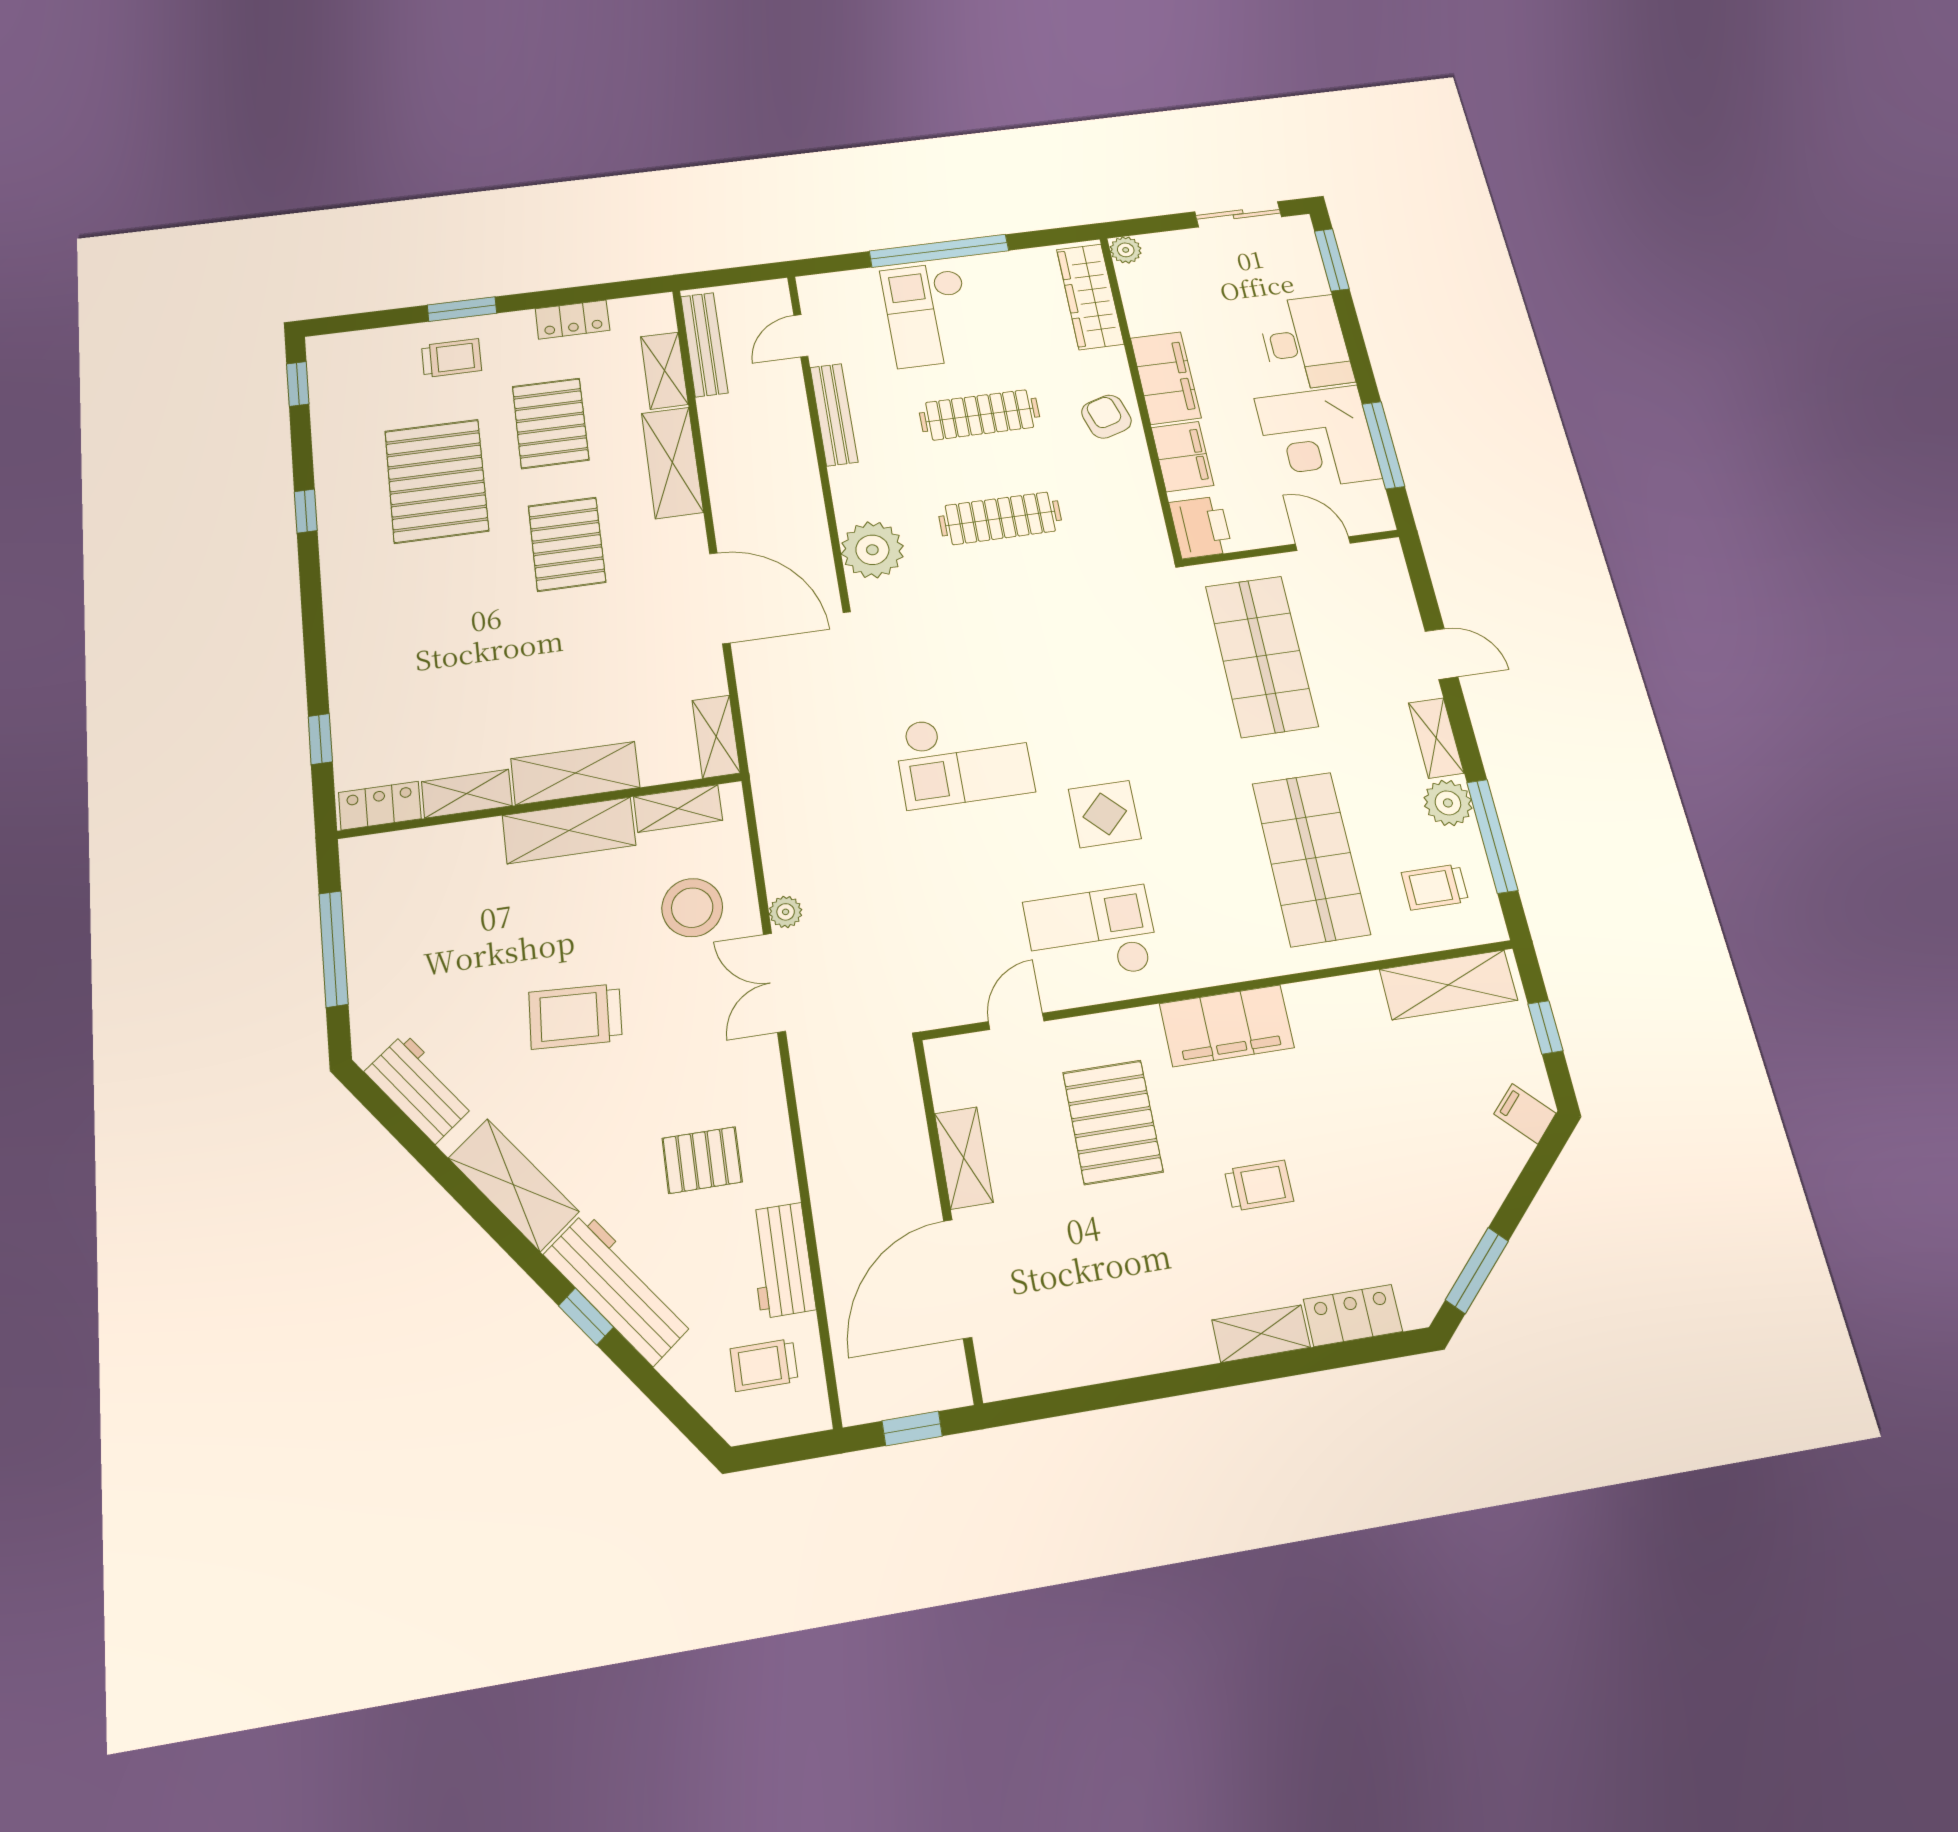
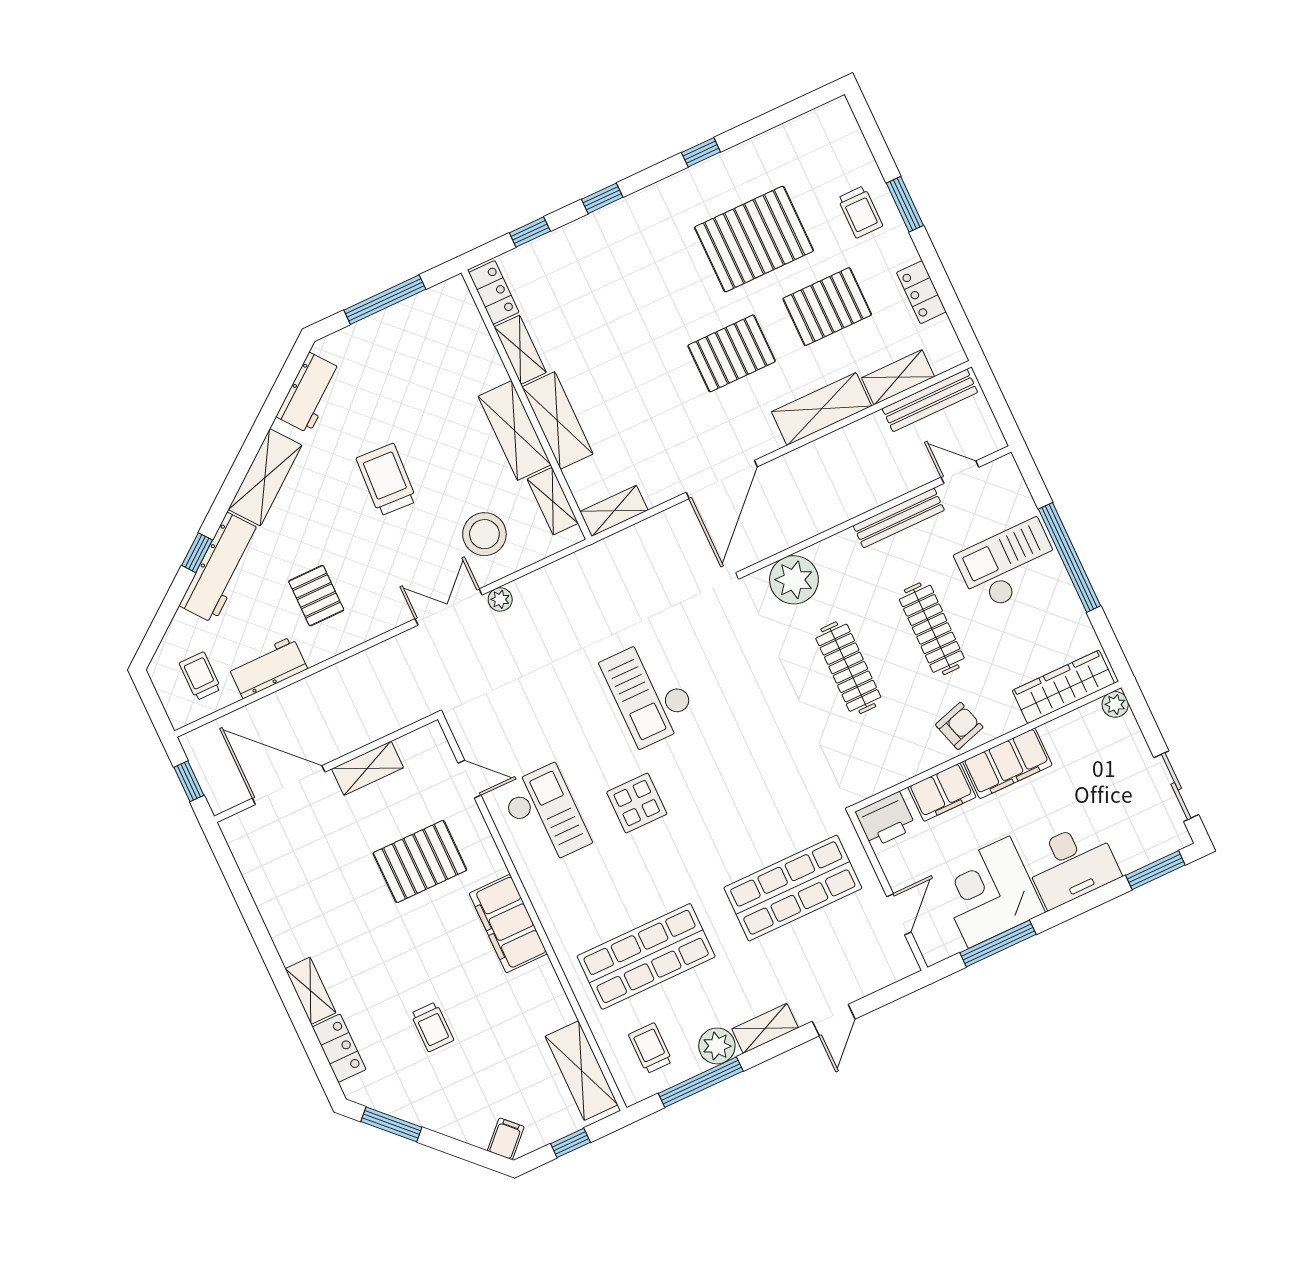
window: (298, 384) -> (602, 198), moved
trolley: (1259, 1186) -> (432, 1027), moved

